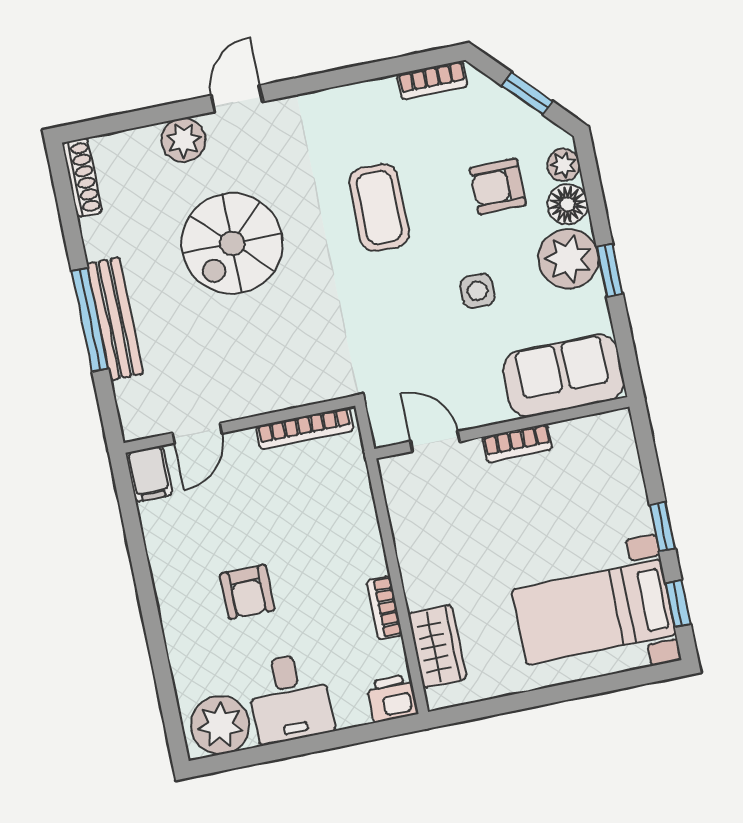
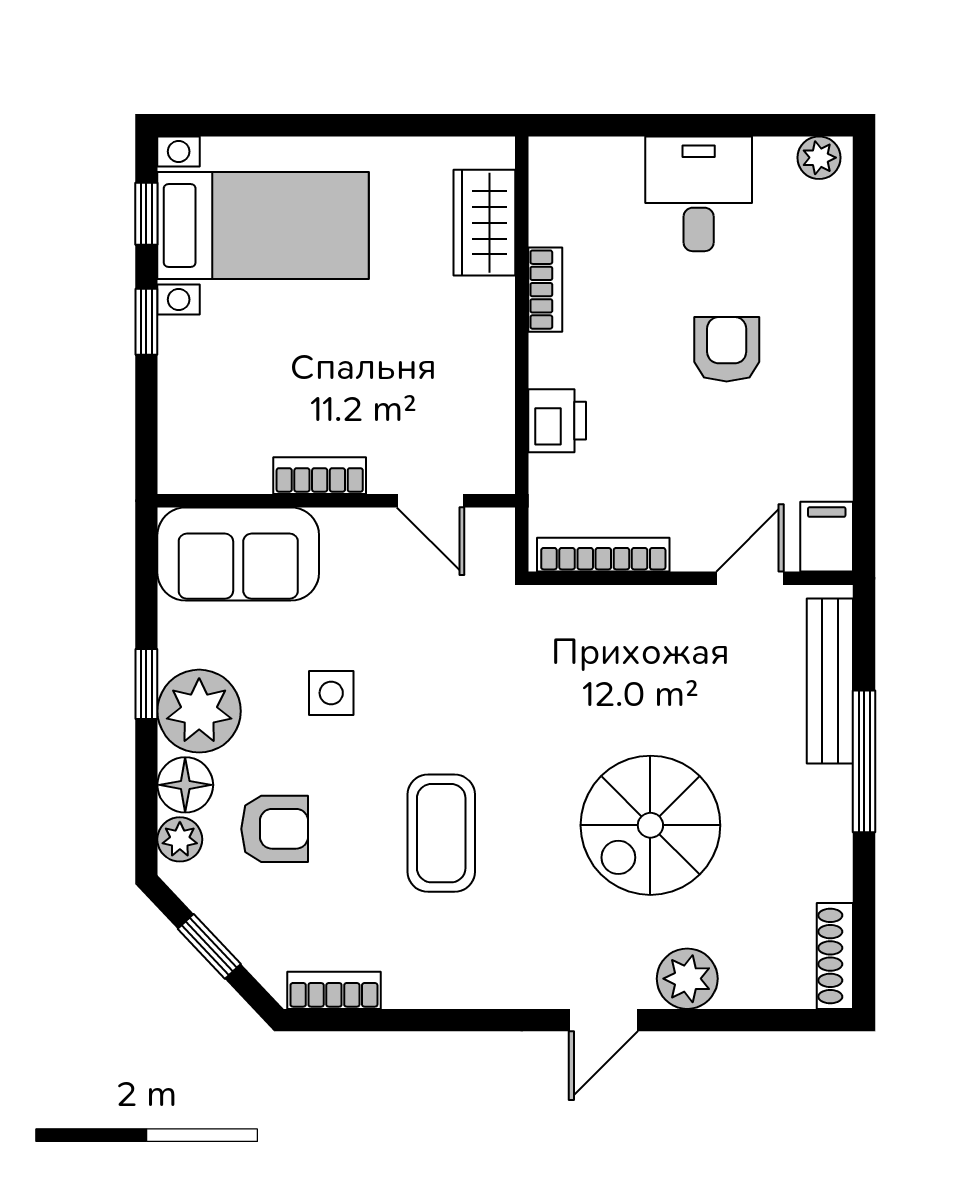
spiral stairs: (232, 243) -> (650, 825), turned 180
bench: (115, 319) -> (830, 681), moved
printer: (392, 698) -> (557, 421), moved, turned -90
plant: (220, 725) -> (819, 158), width x0.53, depth x0.53

